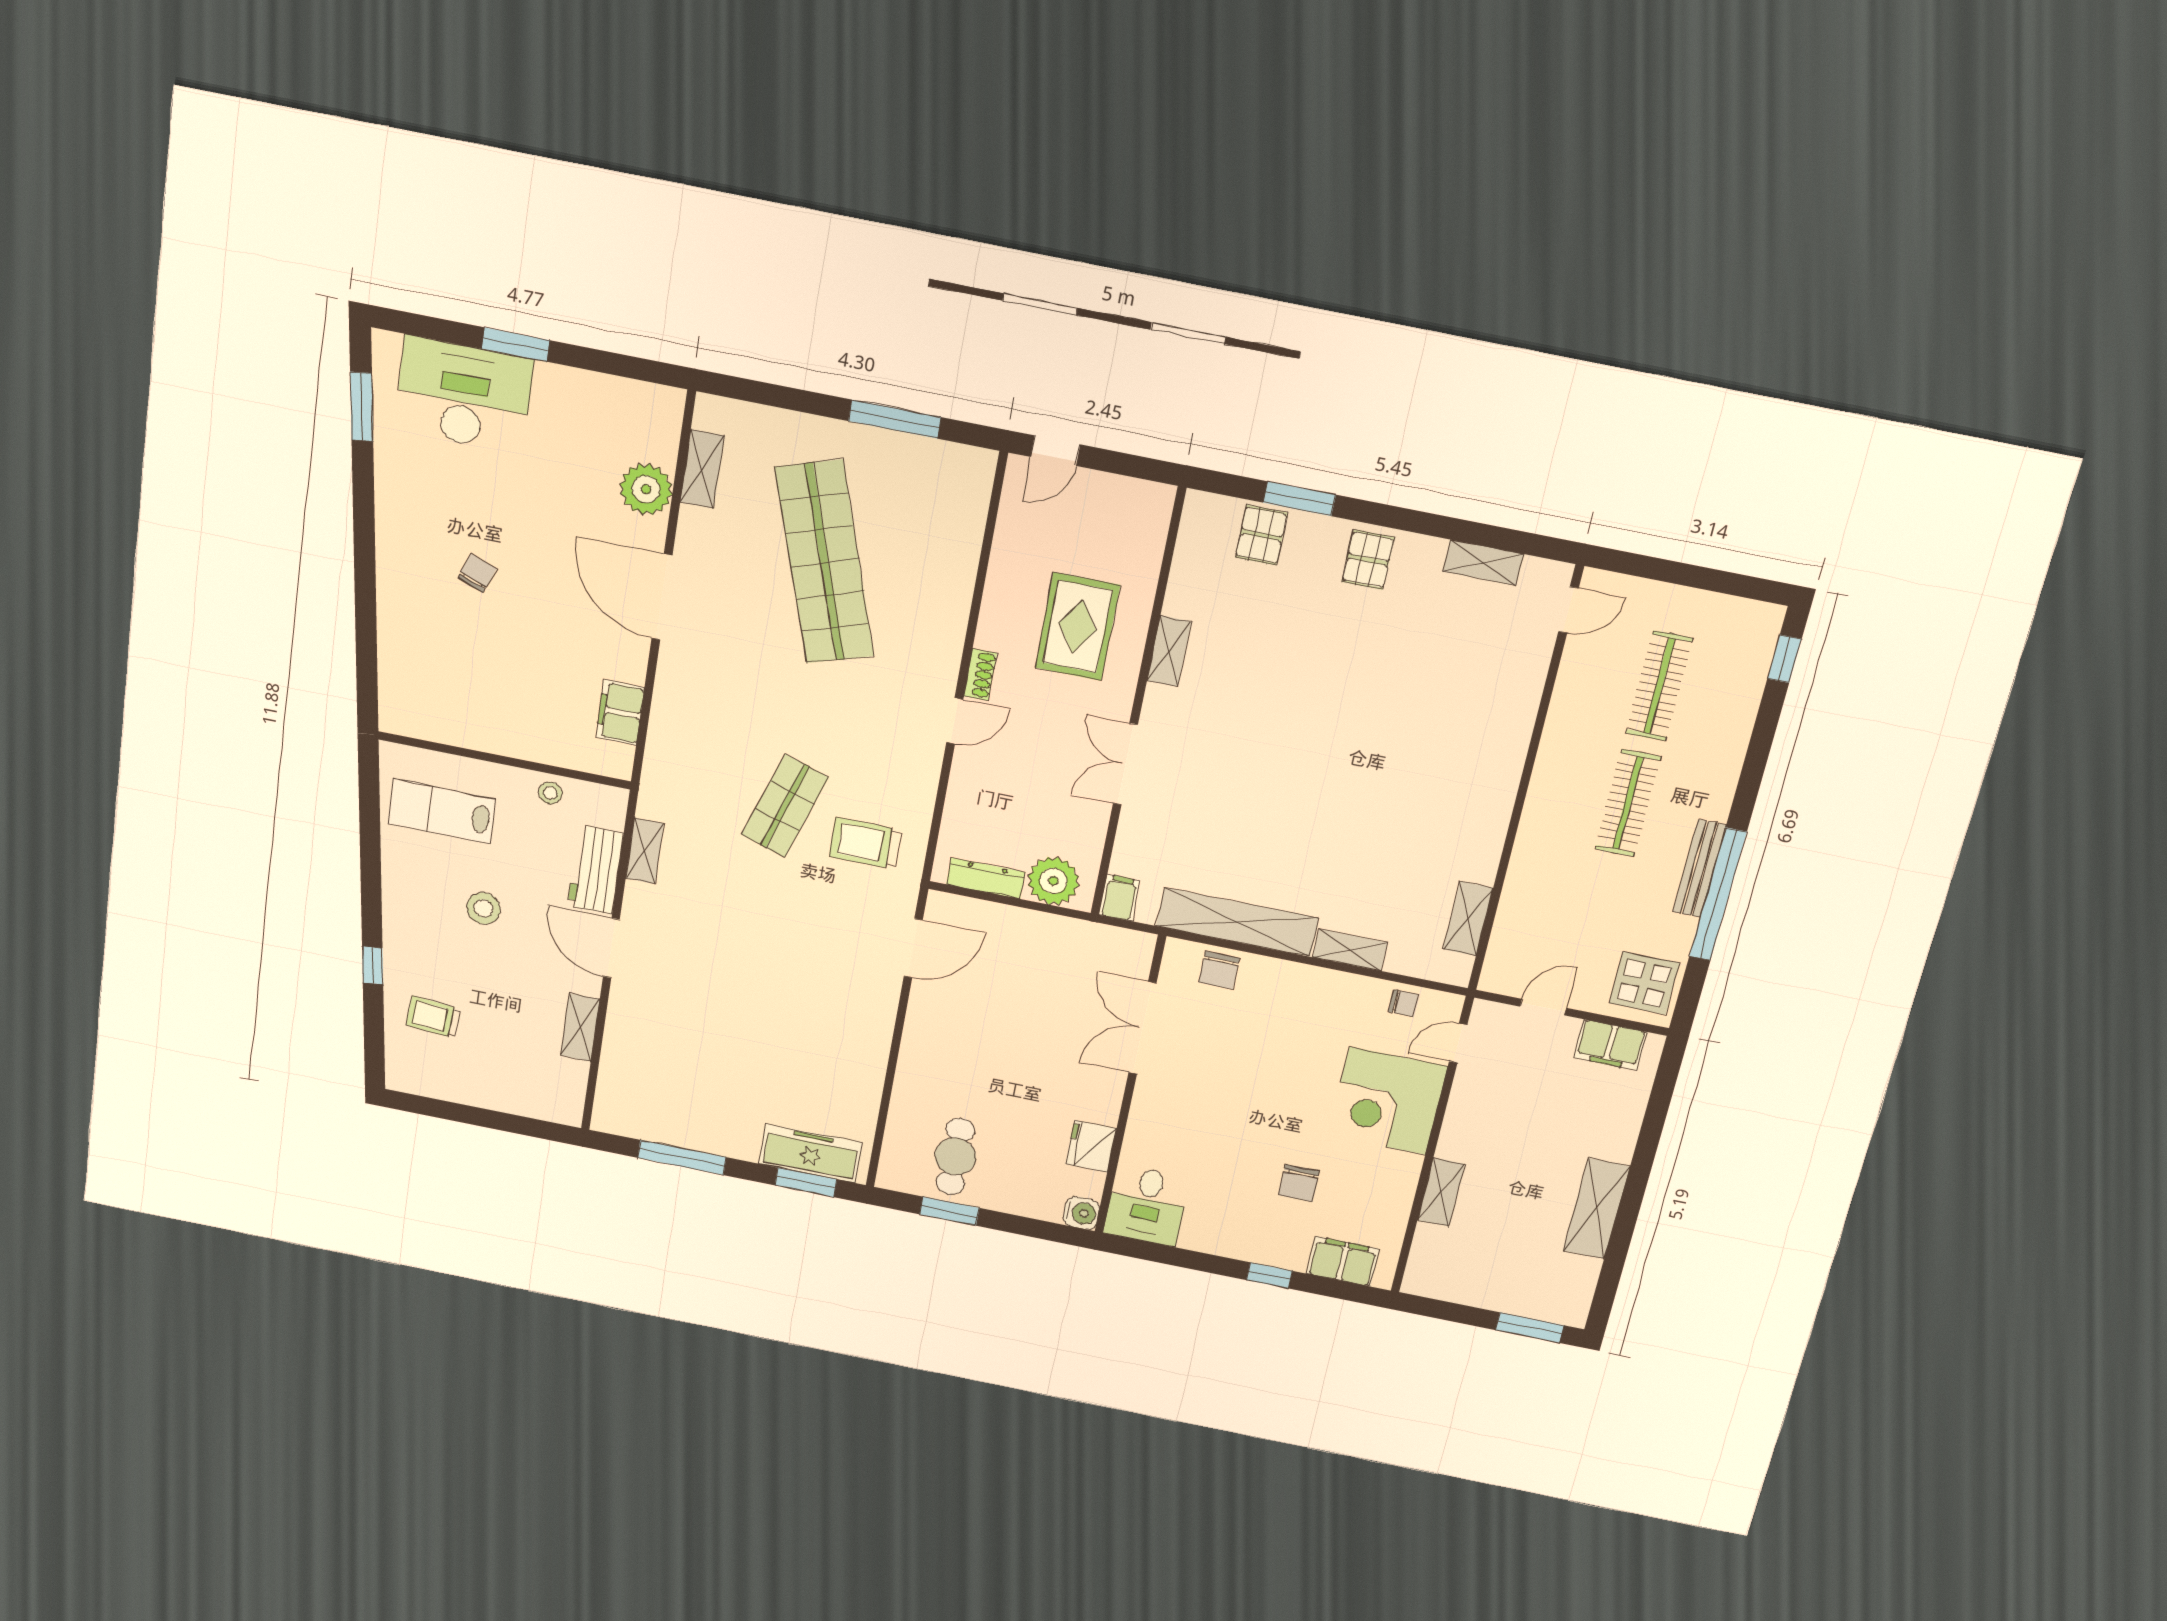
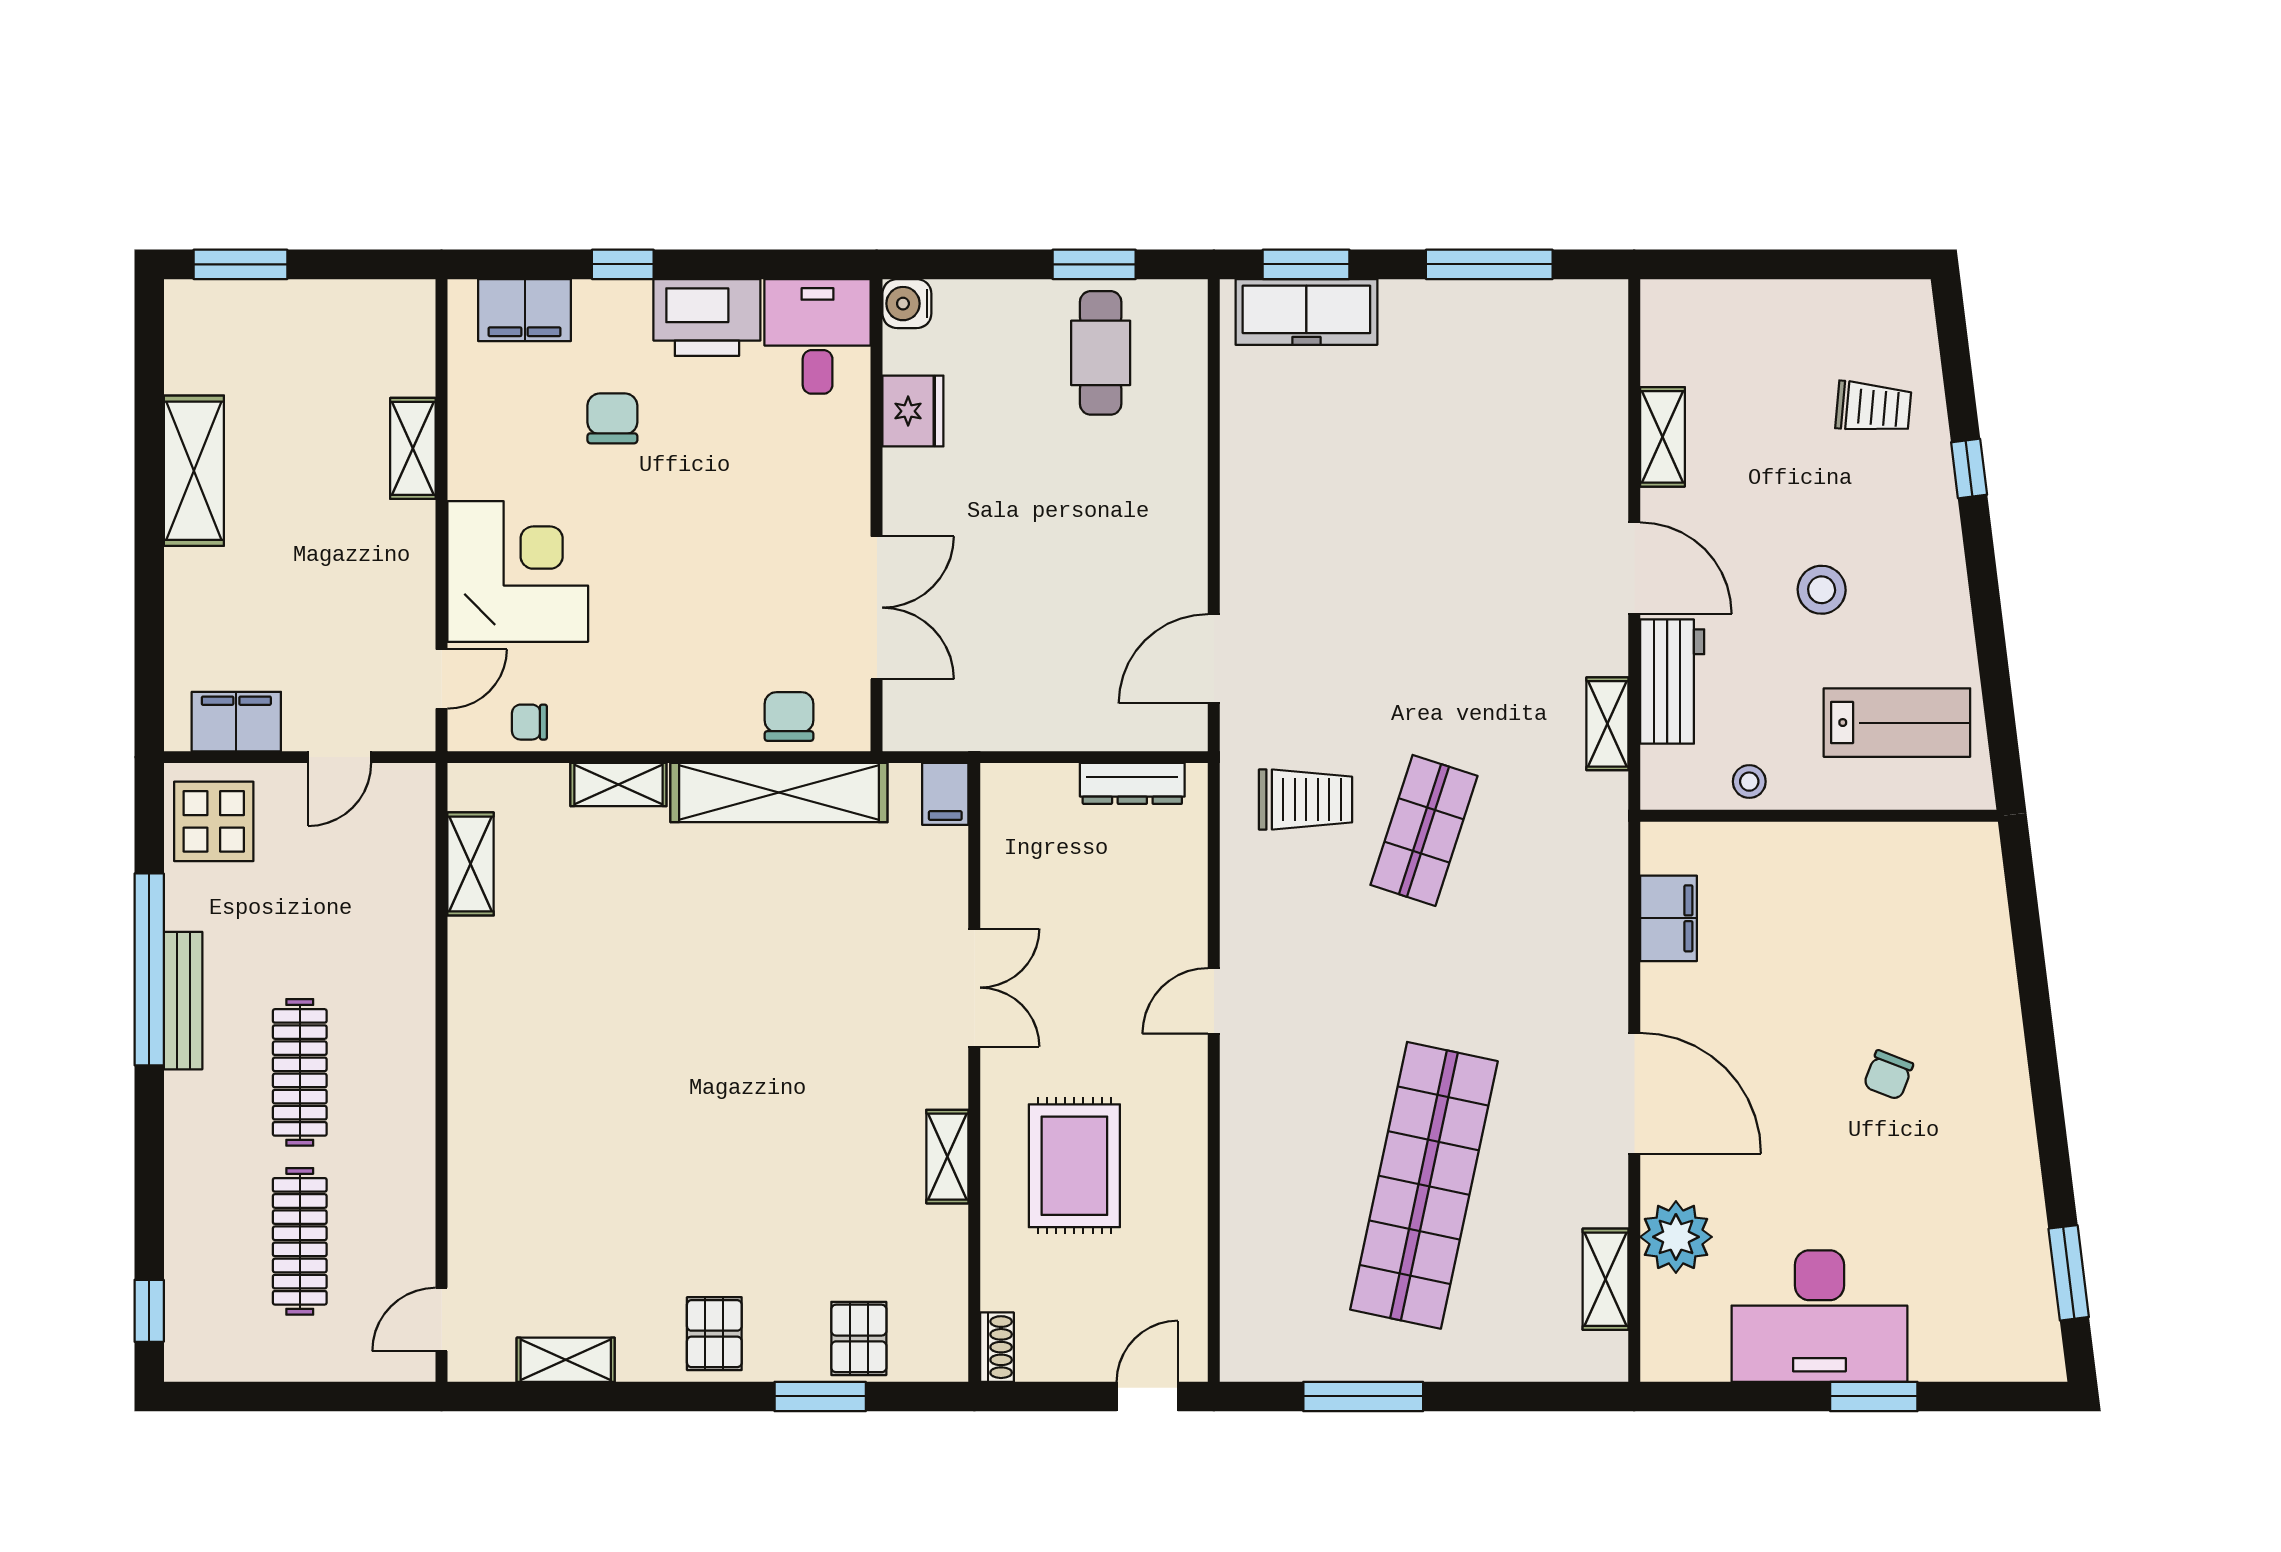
desk: (464, 395) -> (1819, 1316), moved
shop shelf: (825, 562) -> (1424, 1185), turned 30
shoe rack: (980, 675) -> (997, 1347), moved, turned 180
plant: (1053, 881) -> (1040, 799), removed
printer: (1220, 1232) -> (707, 318), added

